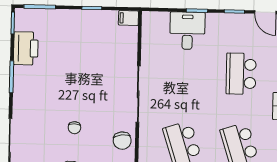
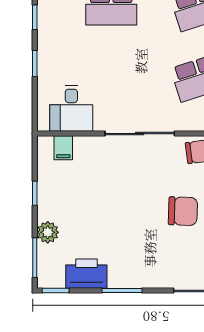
plant: (60, 18) -> (48, 232), added
filing cabinet: (128, 18) -> (63, 148), moved
desk: (187, 31) -> (71, 108), moved, turned -90
chair: (74, 128) -> (183, 211), width x1.87, depth x1.87

